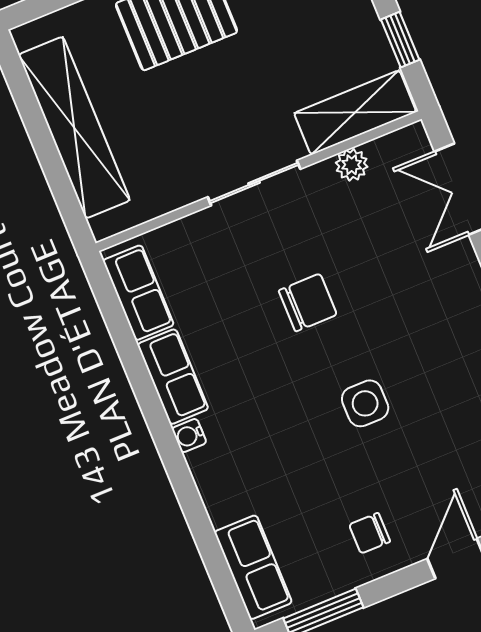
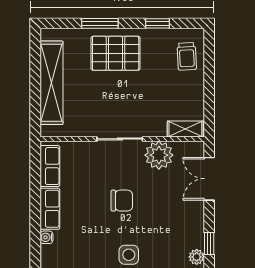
window: (400, 40) -> (209, 103), removed
shelving: (355, 112) -> (185, 129), width x0.67, depth x0.75
plant: (352, 165) -> (159, 155), width x1.88, depth x1.88

